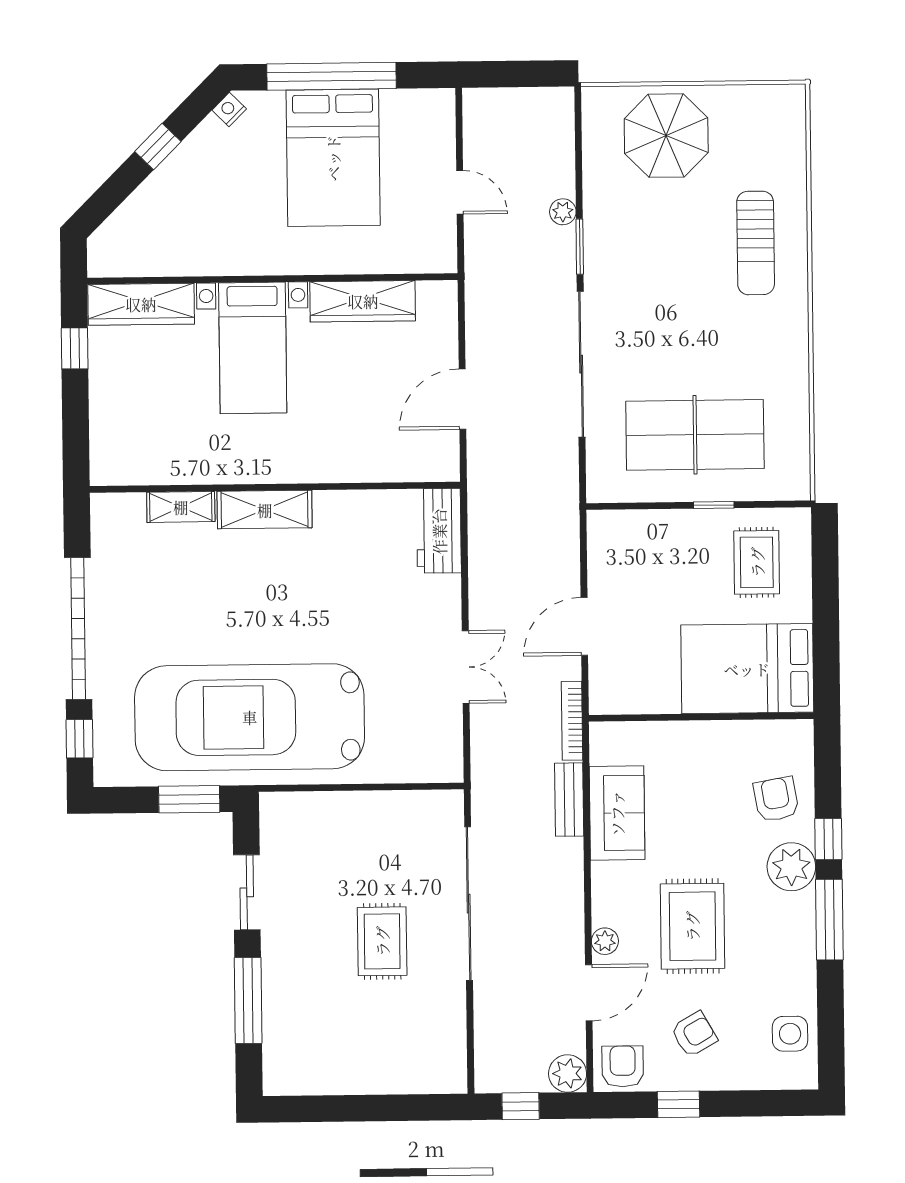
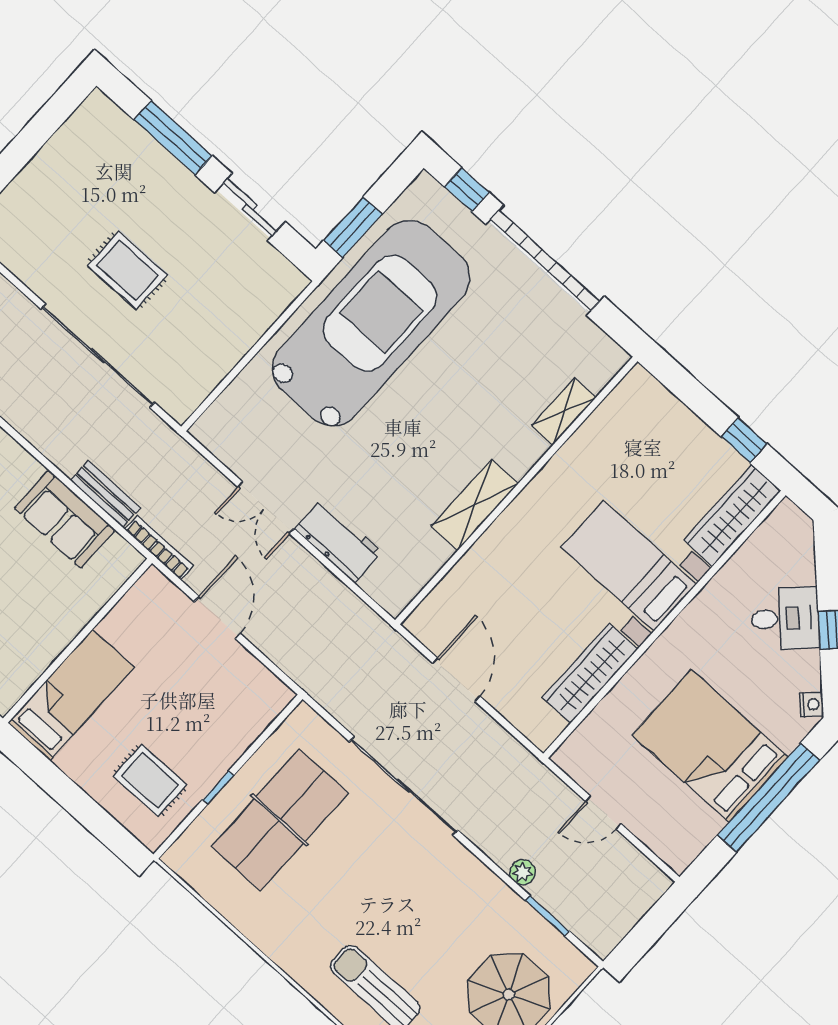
desk: (182, 191) -> (785, 618), added
window: (580, 247) -> (547, 916), moved
shelving: (265, 510) -> (475, 505), moved
workbench: (439, 531) -> (338, 541), moved
bed: (747, 669) -> (71, 695), width x0.67

